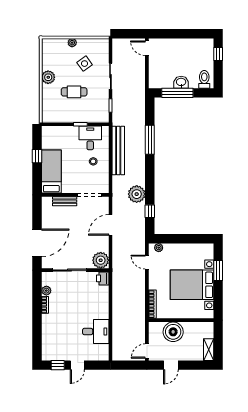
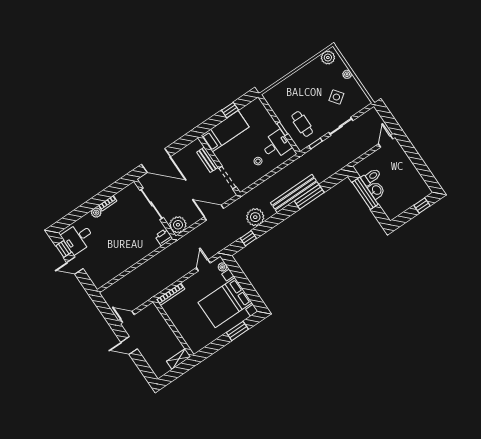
plant: (48, 77) -> (328, 58), moved
toilet: (204, 79) -> (371, 177), moved
cafe table: (74, 92) -> (302, 124), moved
bench: (118, 151) -> (295, 194), moved
bed with nightstands: (192, 285) -> (225, 303), moved, turned -90
plant: (46, 291) -> (96, 213), moved
desk: (96, 332) -> (78, 238), moved, turned 90
boiler: (173, 332) -> (159, 328), removed
shelving: (209, 350) -> (179, 359), moved

